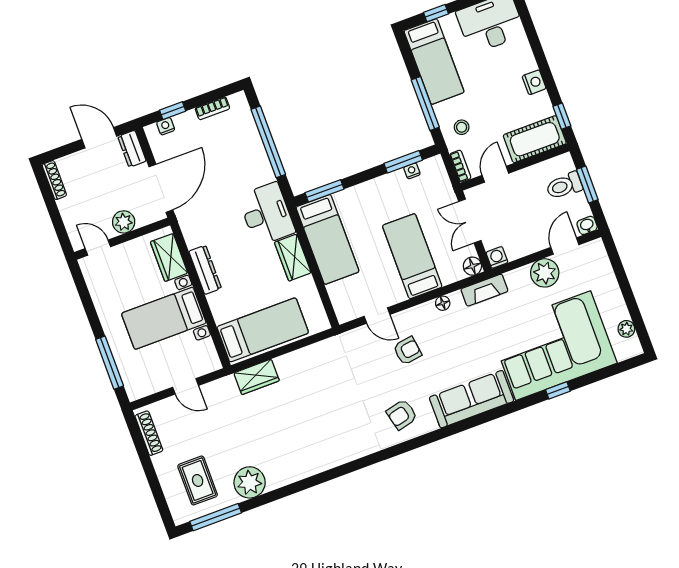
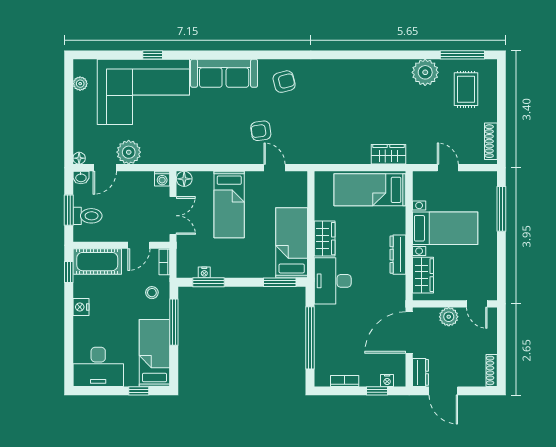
fireplace: (484, 290) -> (182, 156), removed
floor lamp: (443, 303) -> (79, 158), moved

